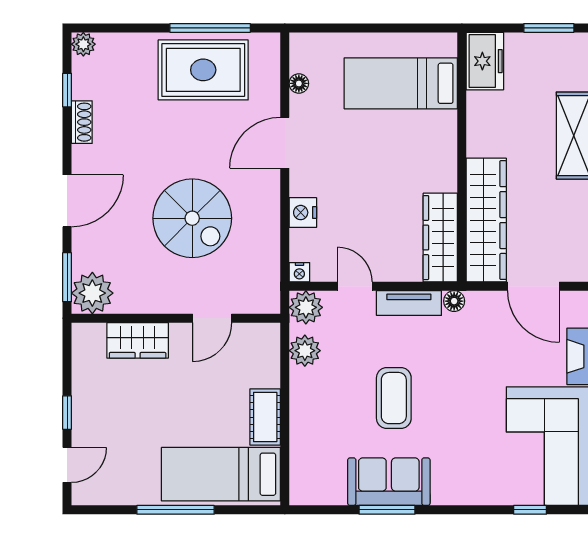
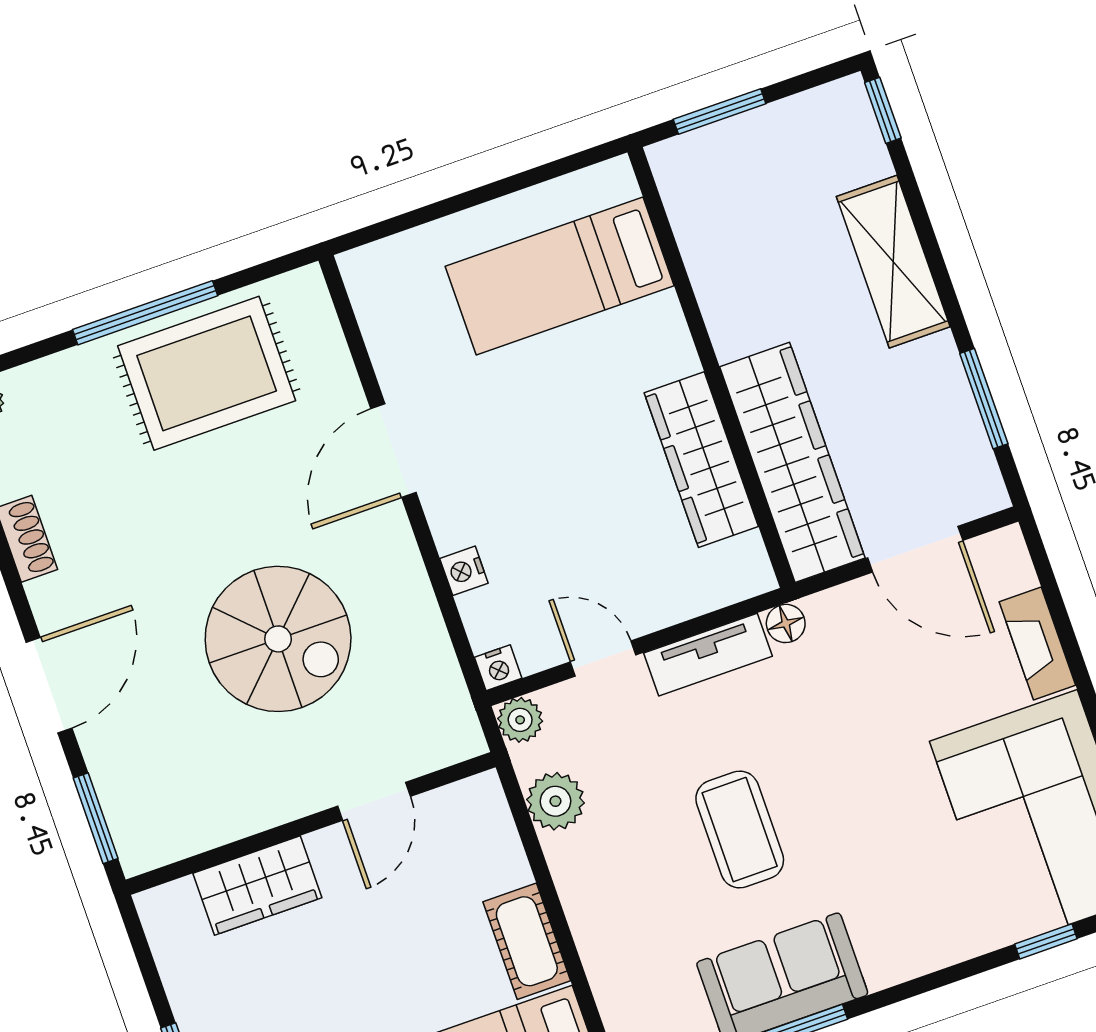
window: (210, 28) -> (145, 313), moved
window: (549, 28) -> (720, 112), moved
freezer: (485, 61) -> (693, 186), removed
floor lamp: (299, 83) -> (382, 339), removed
nightstand: (303, 213) -> (464, 571), width x0.72, depth x0.74
wardrobe: (440, 238) -> (701, 460), moved
plant: (92, 293) -> (149, 831), removed
plant: (306, 307) -> (520, 720), width x0.73, depth x0.73

